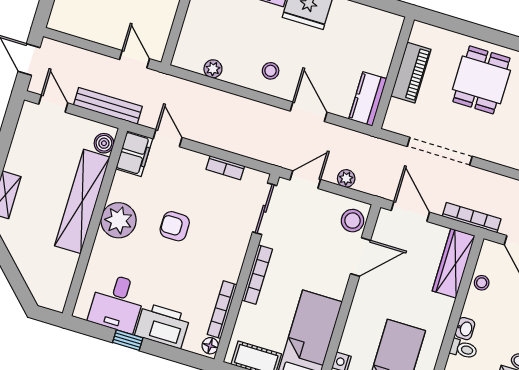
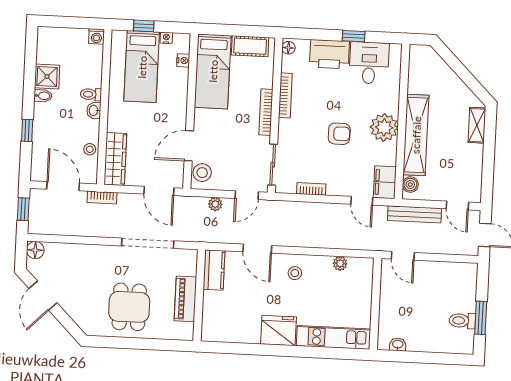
bookcase: (472, 218) -> (102, 197), width x0.64
bookcase: (222, 310) -> (285, 95), moved

